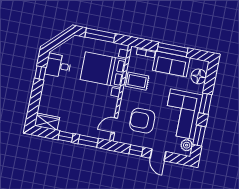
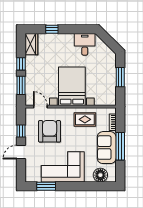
window: (100, 35) -> (120, 77), width x0.69
bed with nightstands: (103, 70) -> (72, 86), moved
window: (40, 73) -> (52, 29), moved
rug: (137, 81) -> (85, 119), turned 90
window: (205, 104) -> (77, 186), removed
plant: (187, 145) -> (35, 177), removed

